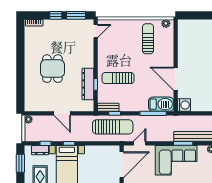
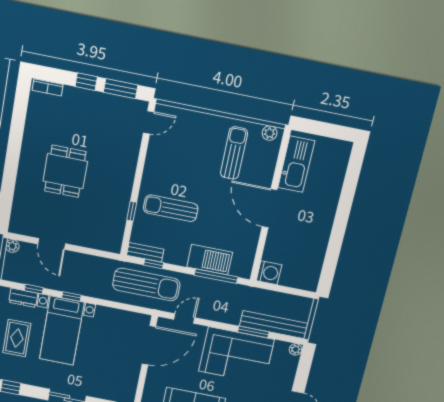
kitchen sink: (185, 38) -> (296, 164), added
door: (176, 79) -> (270, 208), moved
dresser: (88, 84) -> (119, 208), removed
barbecue: (161, 104) -> (210, 260), moved
door: (62, 113) -> (52, 244), moved

